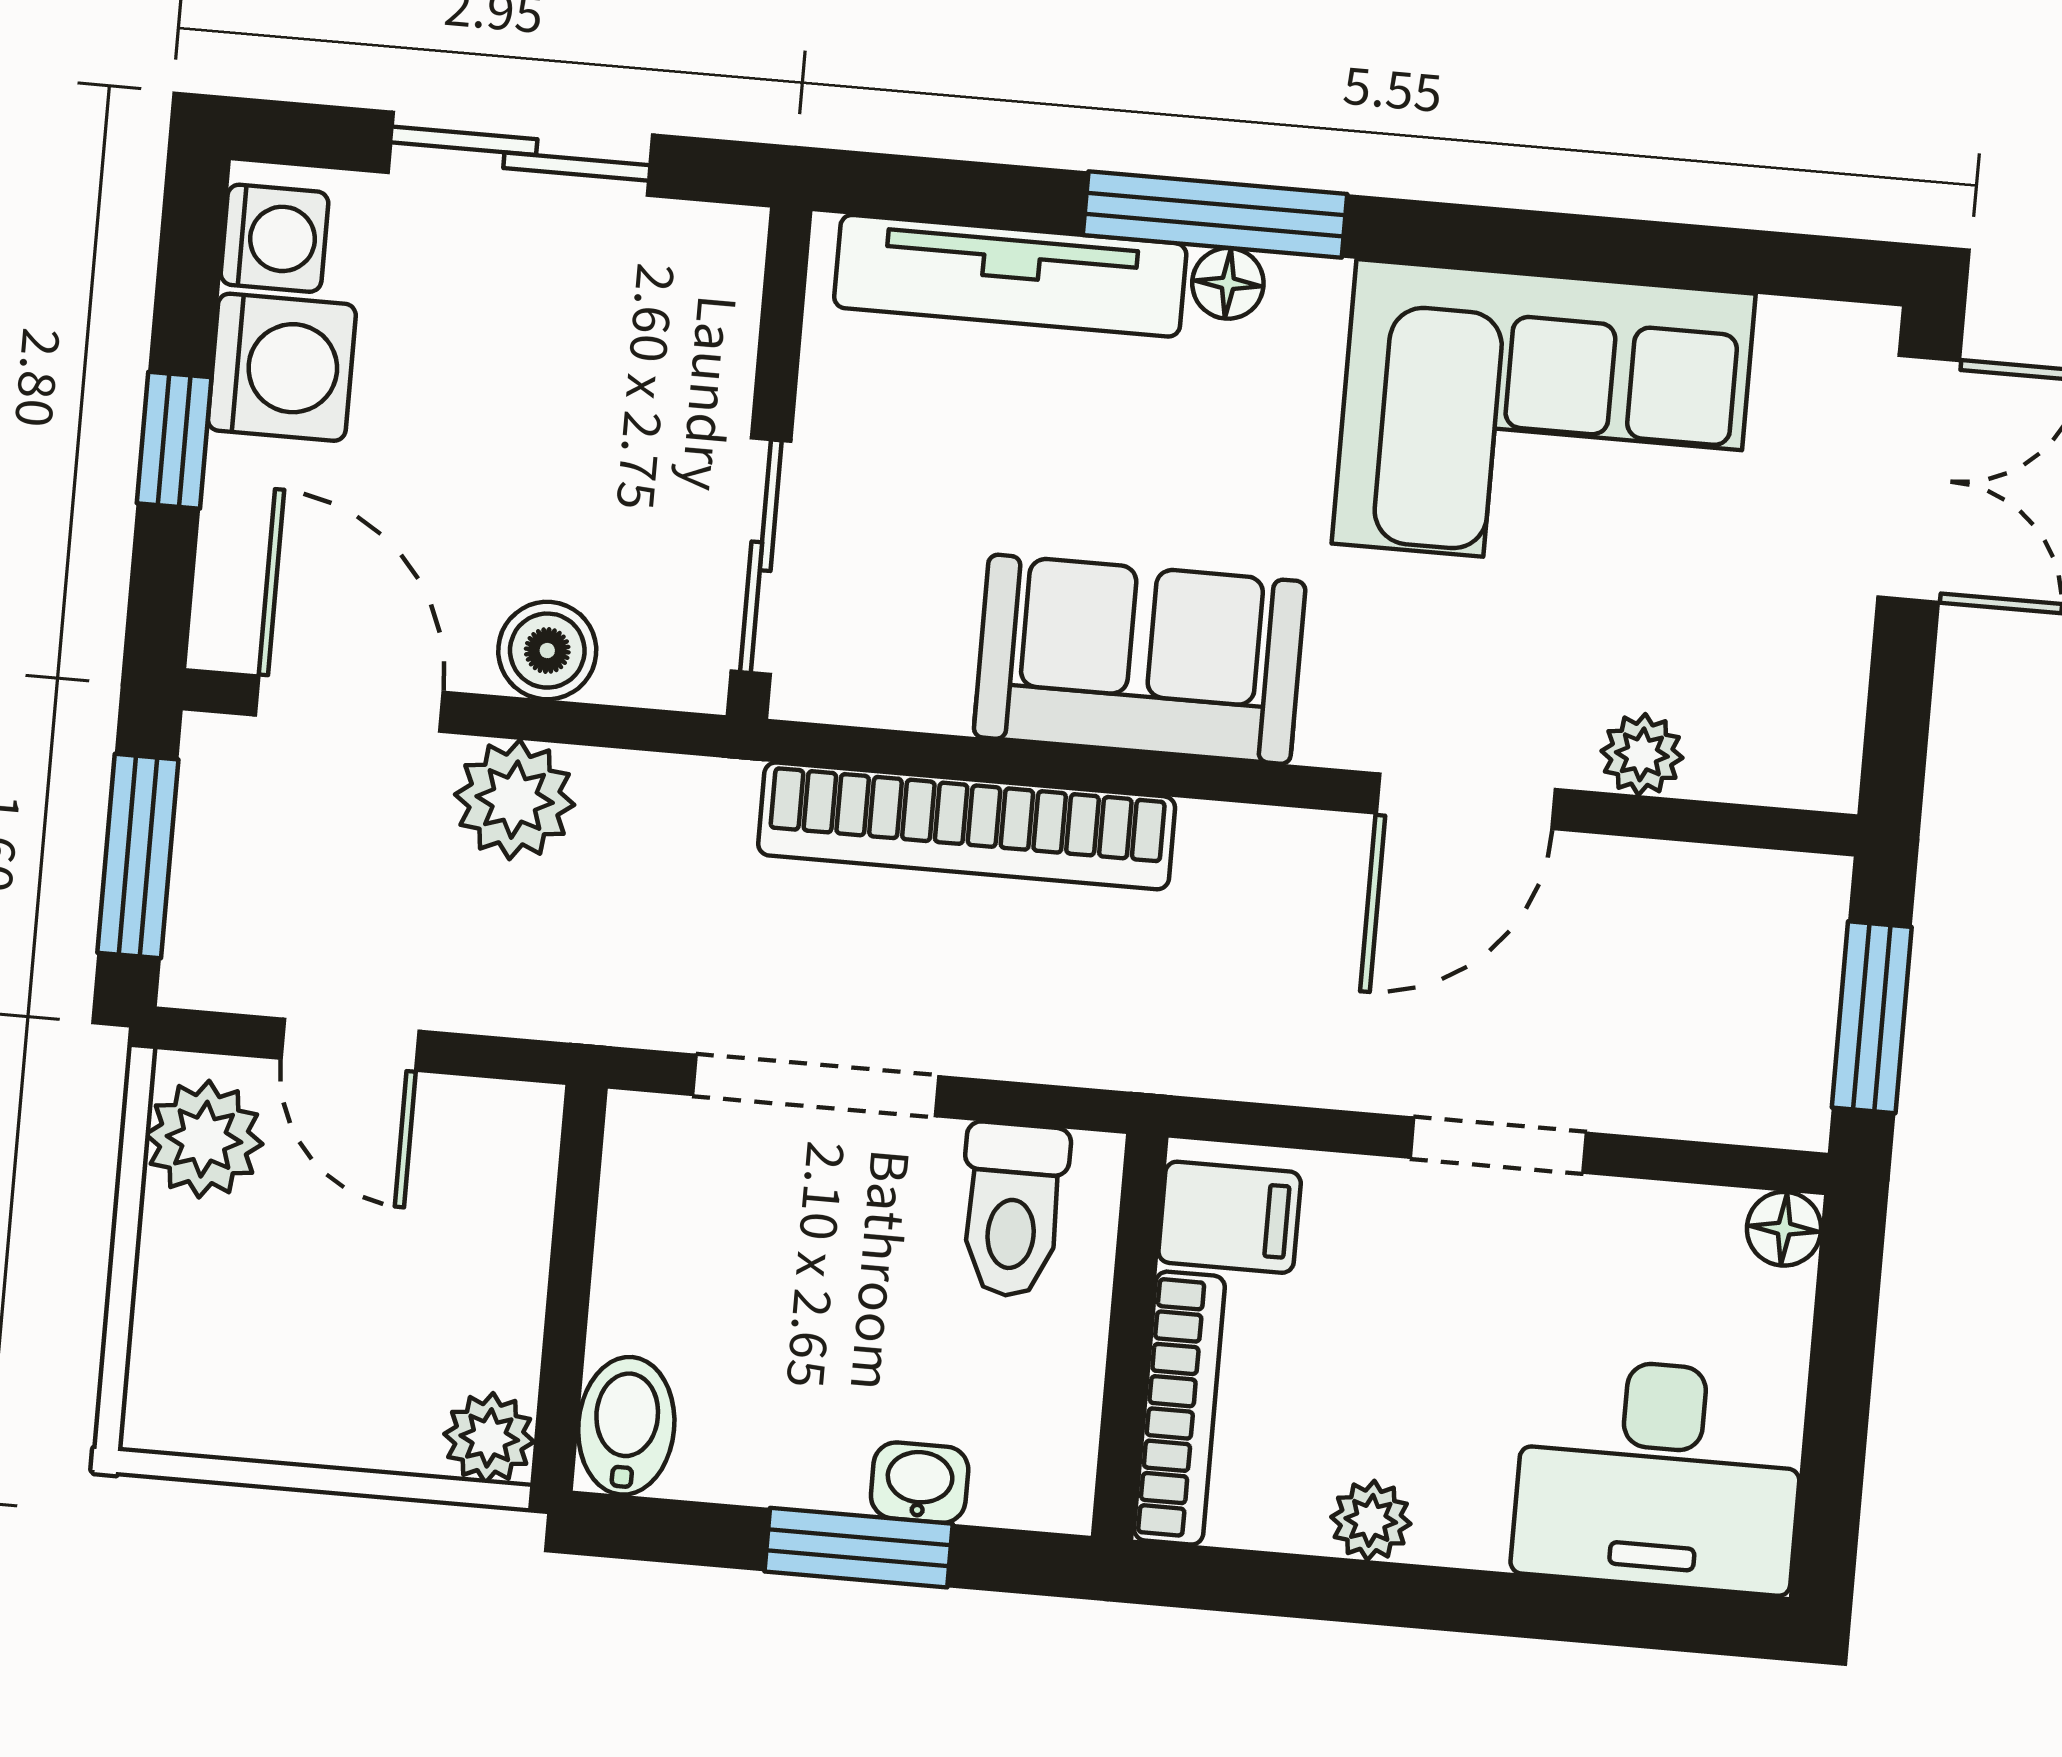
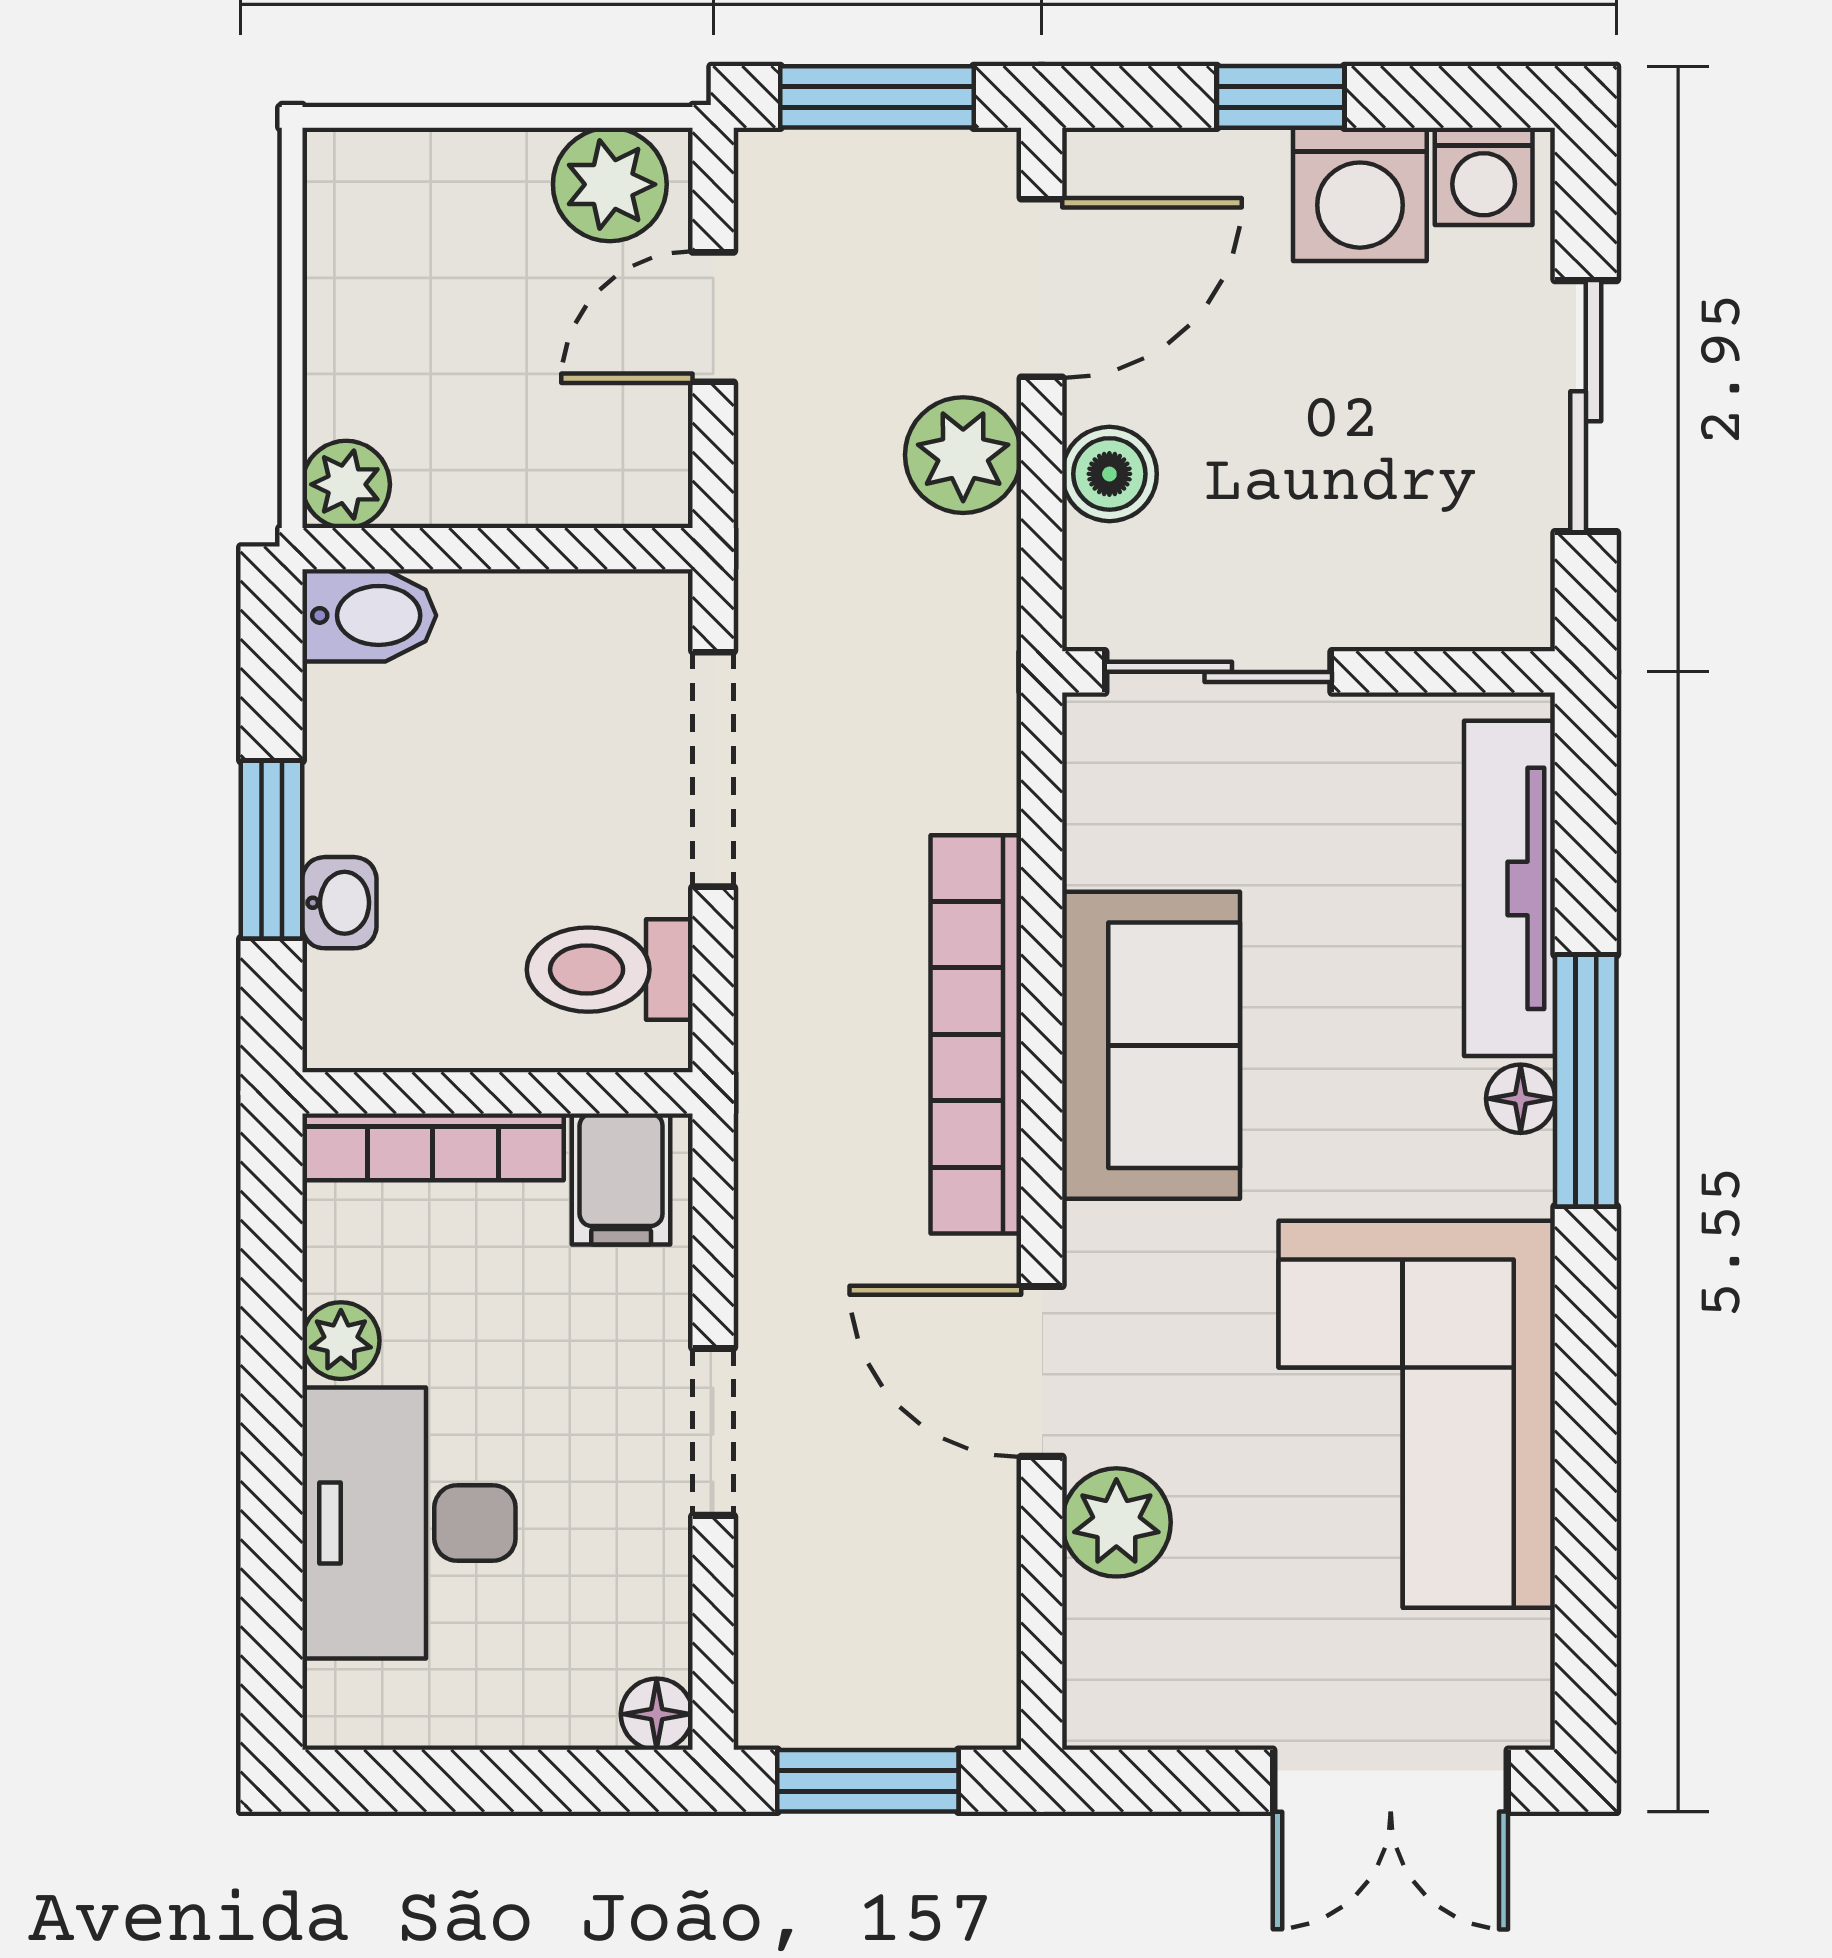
plant: (1642, 754) -> (1116, 1522), width x1.38, depth x1.38
bookcase: (967, 826) -> (976, 1034), moved
desk: (1659, 1475) -> (409, 1523), moved

